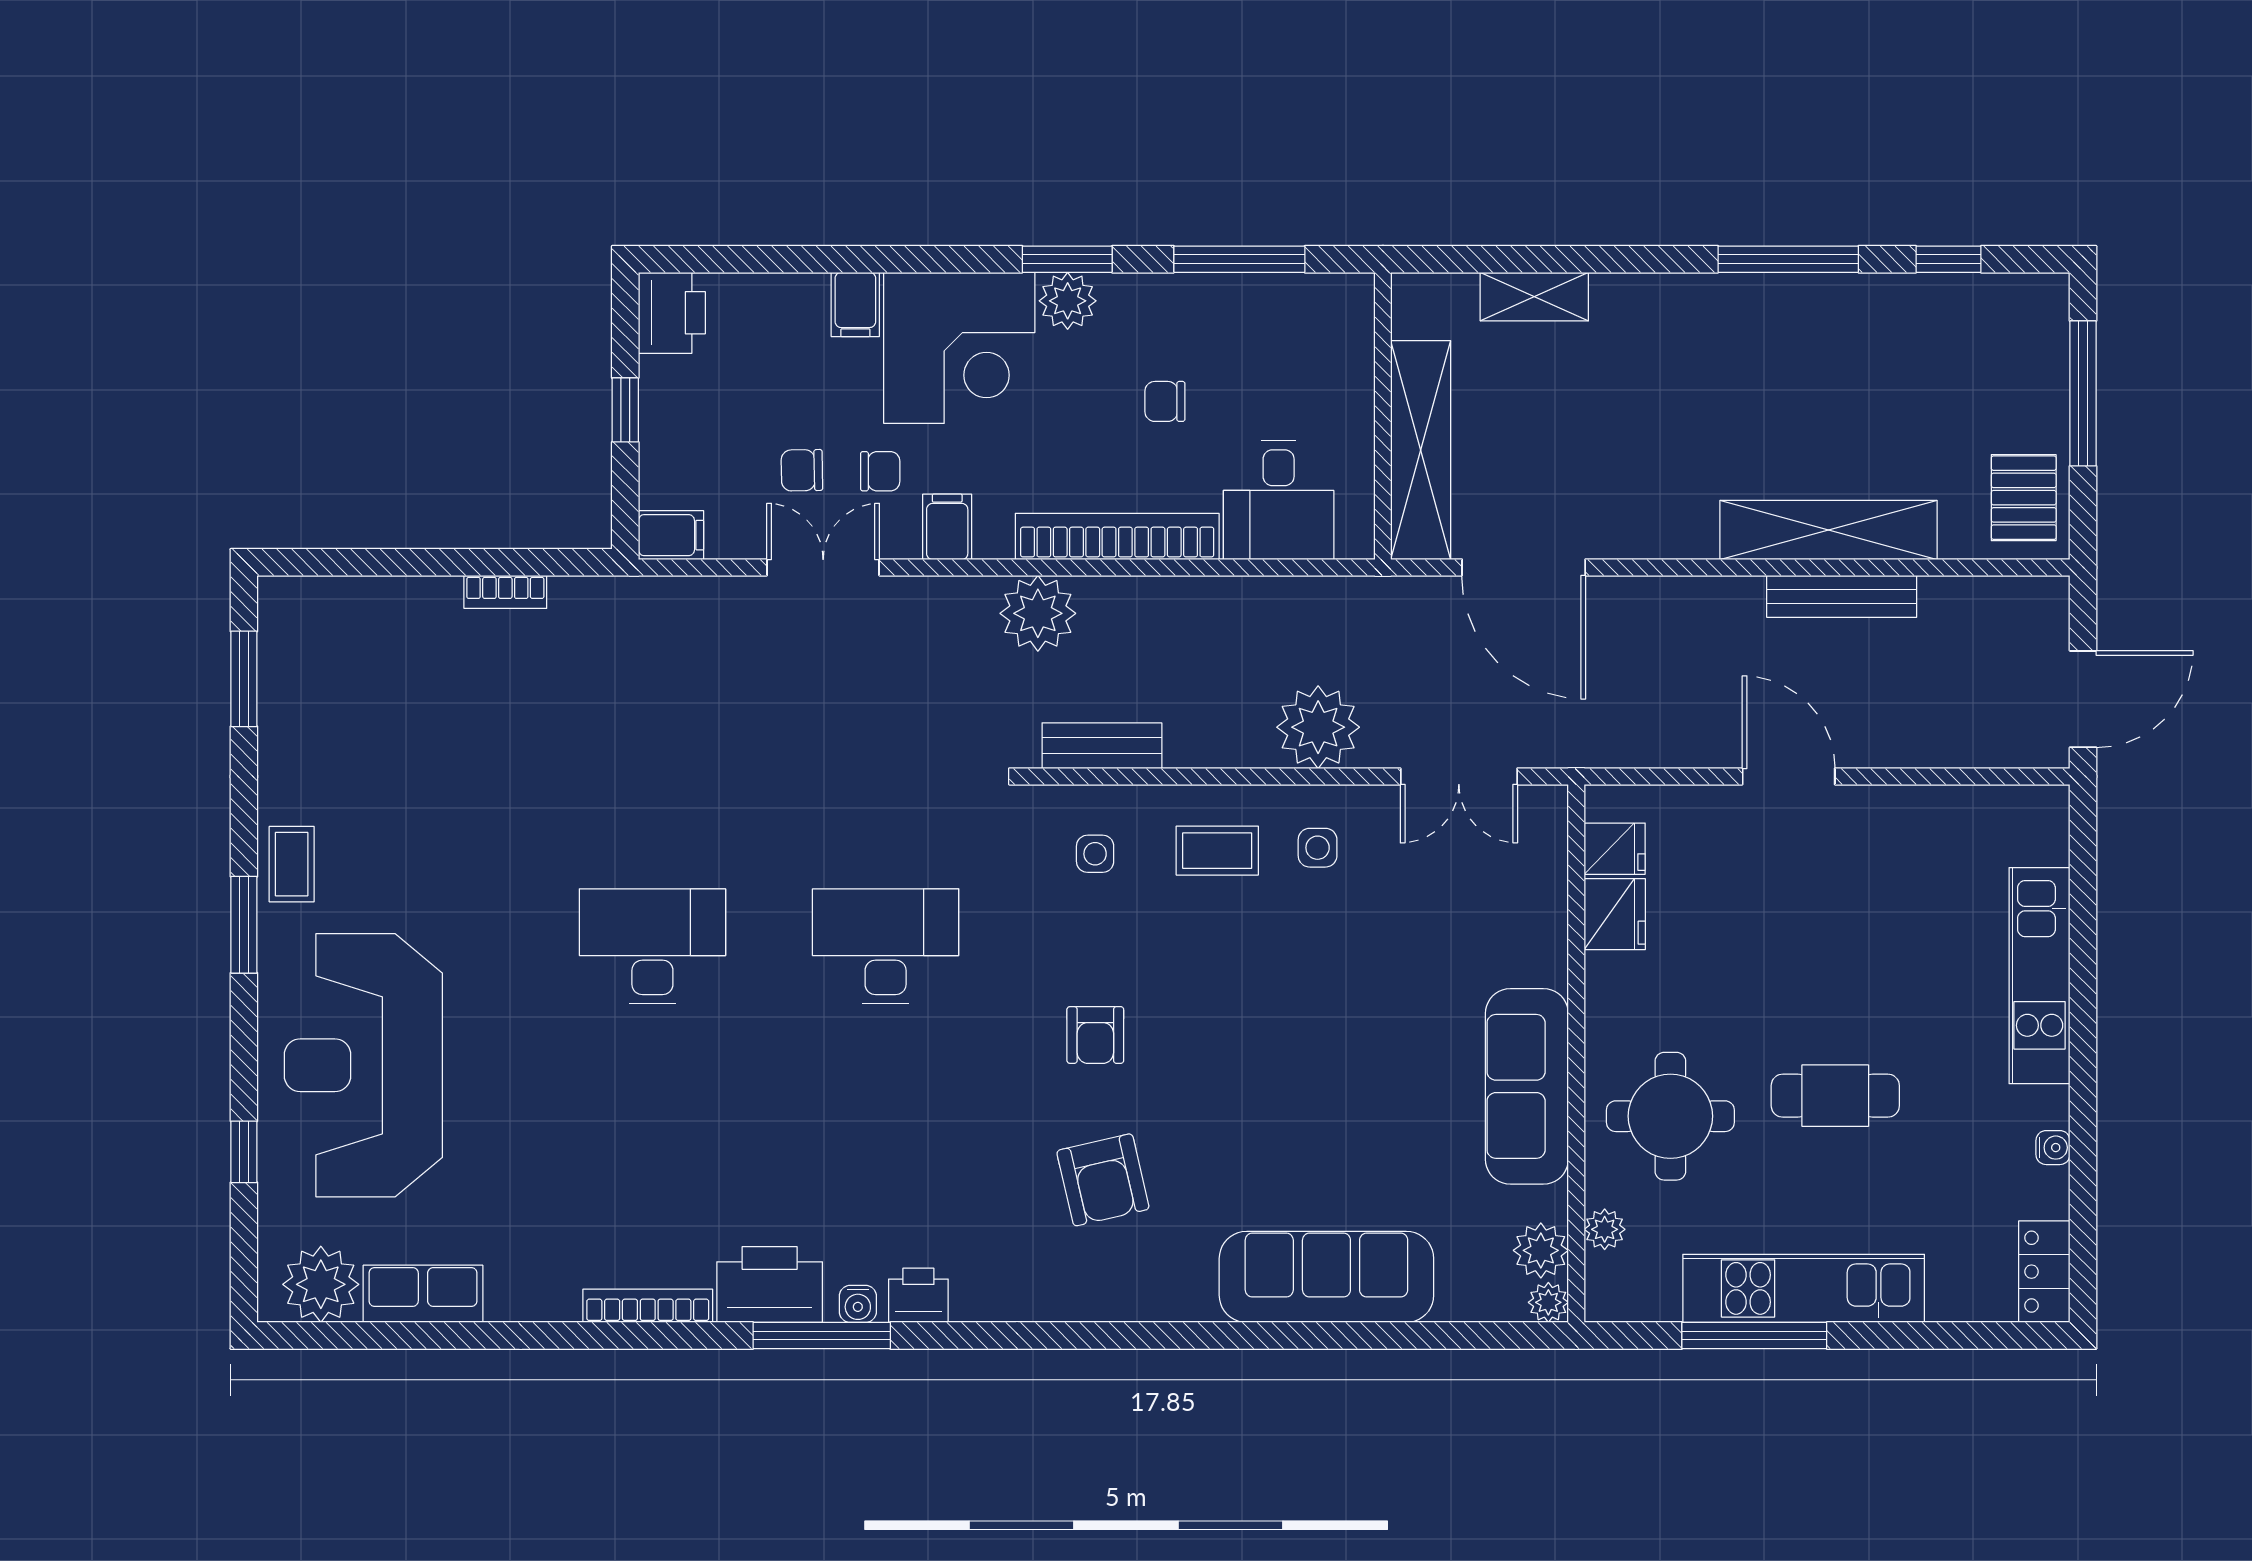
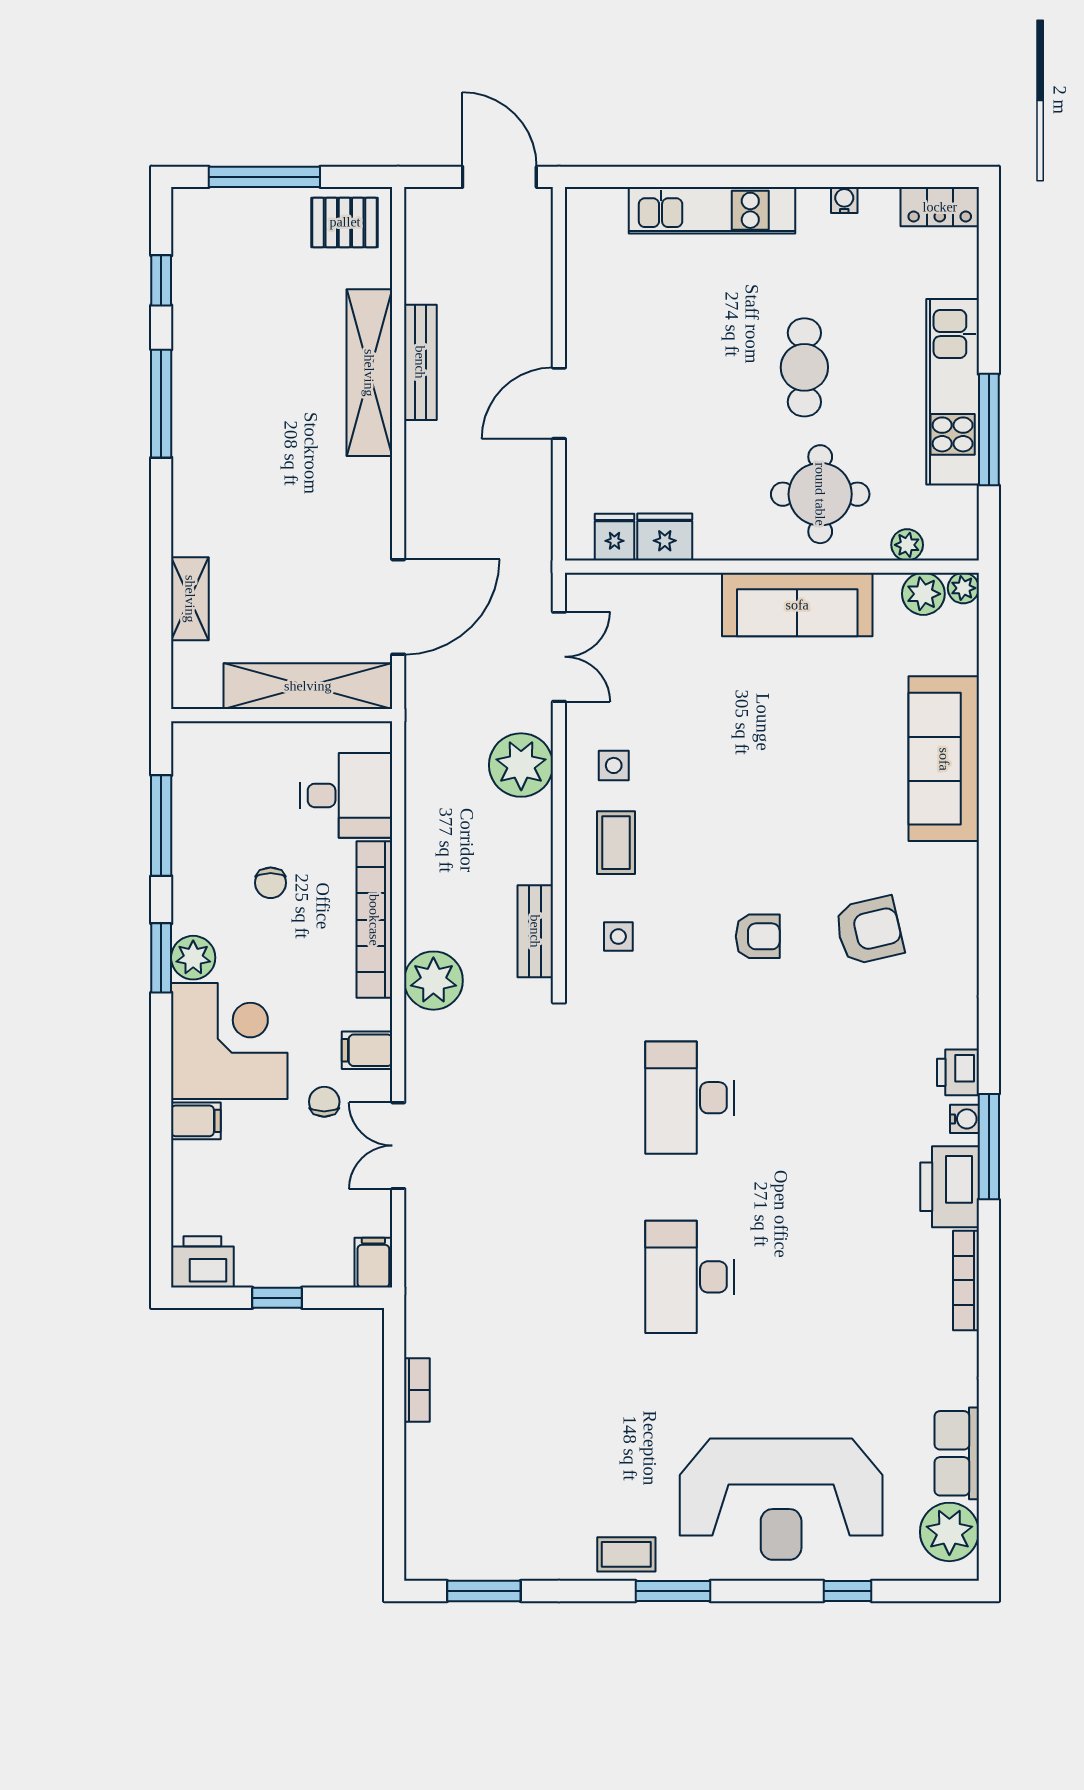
chair: (802, 470) -> (323, 1162), removed

